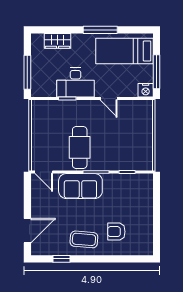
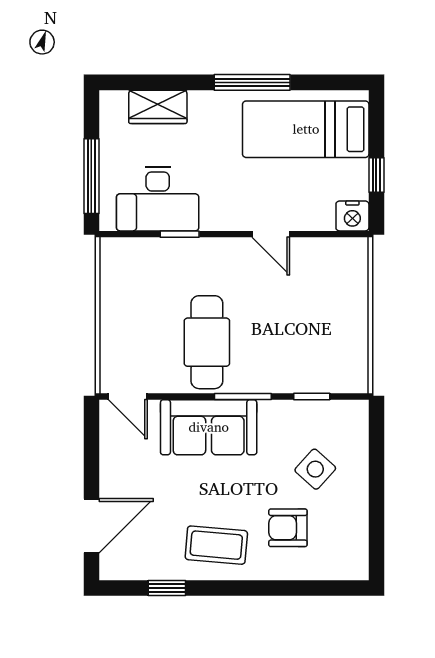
window: (156, 72) -> (376, 175), width x0.46
desk: (76, 83) -> (158, 199), moved
side table: (129, 205) -> (315, 469), added

